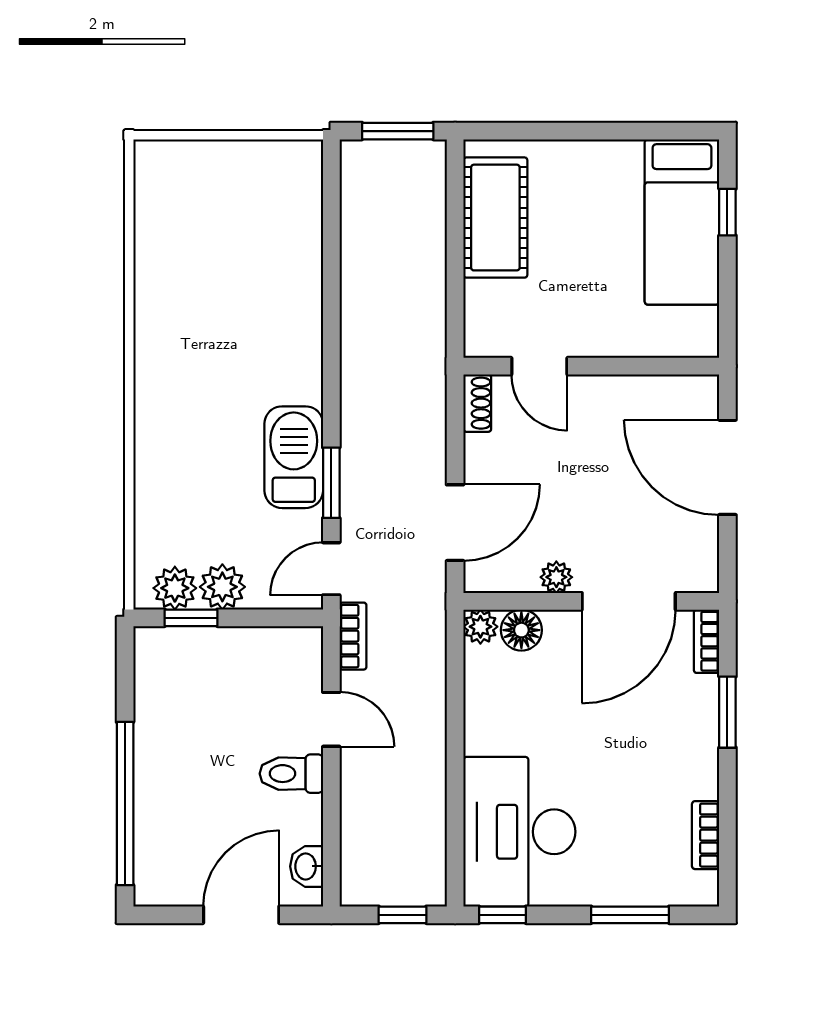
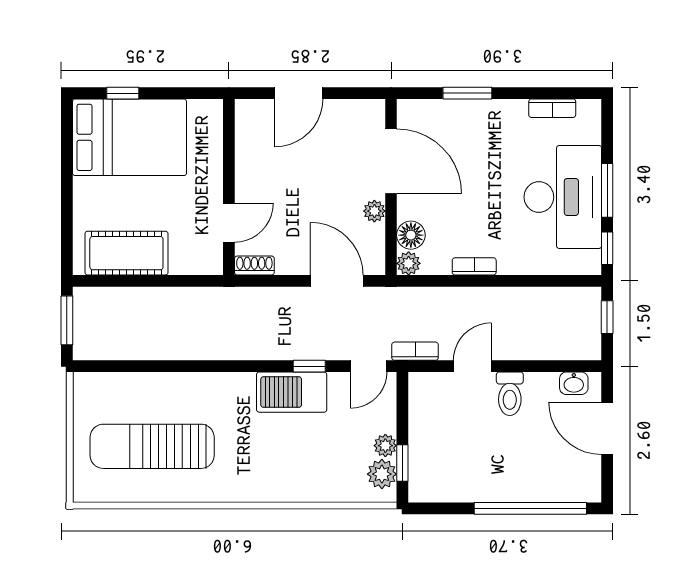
bed: (682, 222) -> (129, 137), width x1.50
sun lounger: (215, 255) -> (152, 446), added
door: (727, 467) -> (299, 93), width x0.73
window: (331, 483) -> (309, 366), width x0.67
door: (331, 569) -> (369, 366), hinge flipped
plant: (222, 587) -> (385, 446), width x0.73, depth x0.73
bookcase: (706, 641) -> (474, 266), moved, turned 180
desk: (519, 832) -> (563, 197), moved, turned -90
window: (630, 915) -> (607, 190), moved

